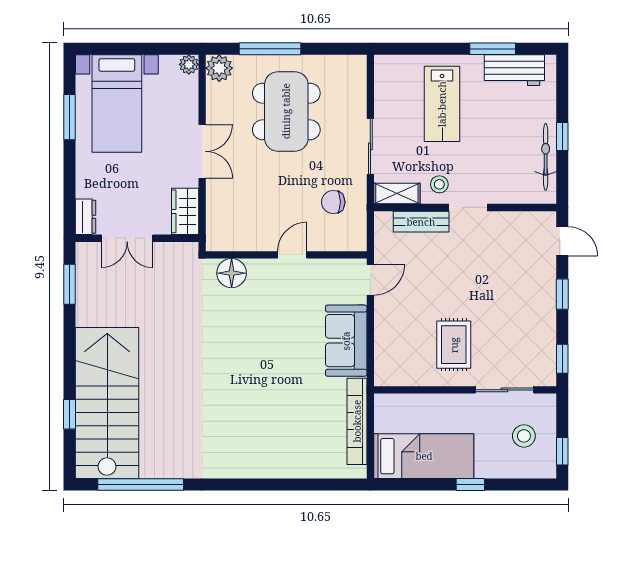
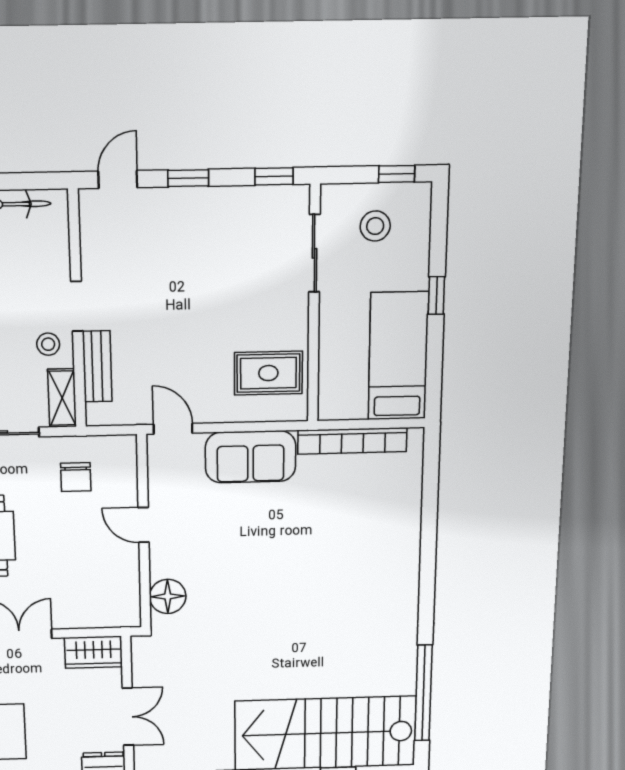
rug: (454, 345) -> (268, 373), moved

